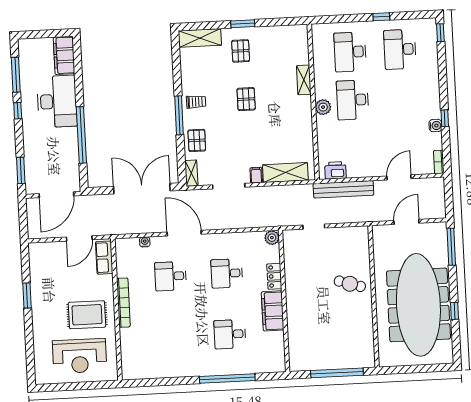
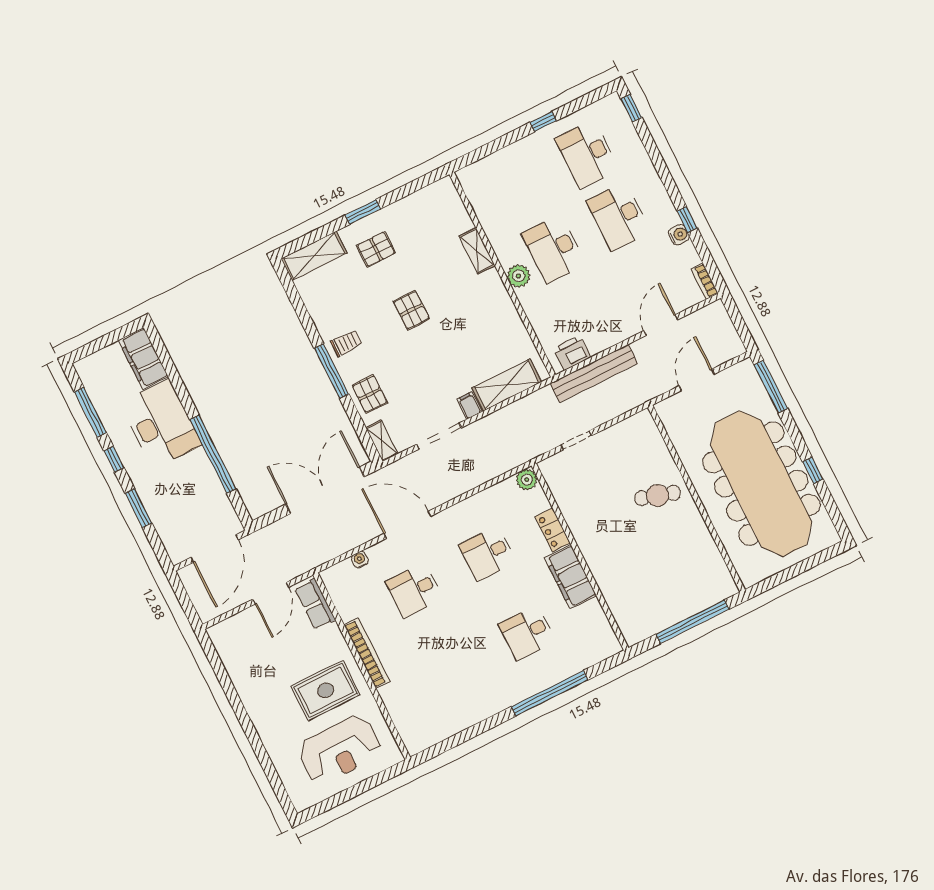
pallet: (241, 51) -> (376, 249), turned 90
desk: (350, 52) -> (619, 217), moved
window: (21, 170) -> (138, 508), moved
window: (27, 295) -> (234, 700), removed

